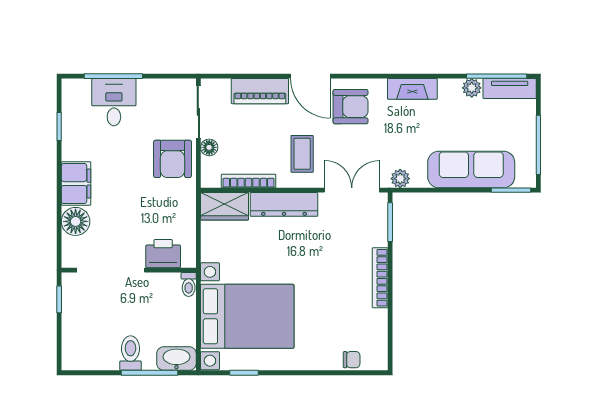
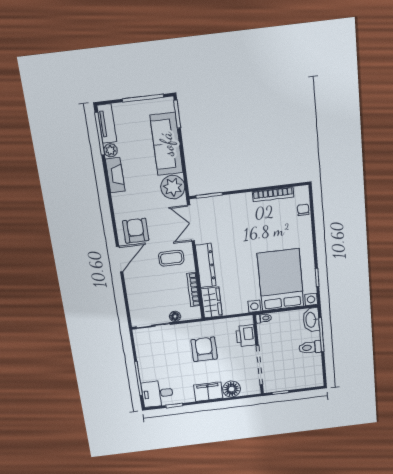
fireplace: (412, 89) -> (115, 175), moved
piano: (260, 91) -> (134, 290), removed
desk: (114, 102) -> (157, 394), moved
armchair: (173, 159) -> (204, 349), moved, turned -90
plant: (400, 179) -> (173, 187), width x1.88, depth x1.88
bookcase: (380, 278) -> (273, 194), moved

